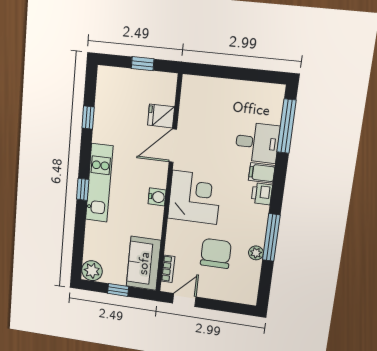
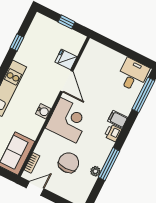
desk: (257, 143) -> (133, 75), moved, turned -90
door: (173, 146) -> (67, 81), swing flipped

